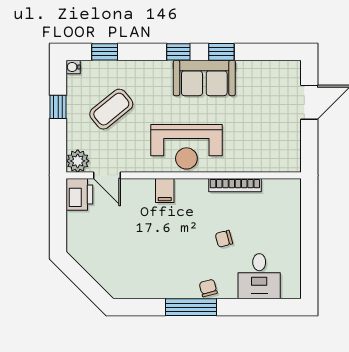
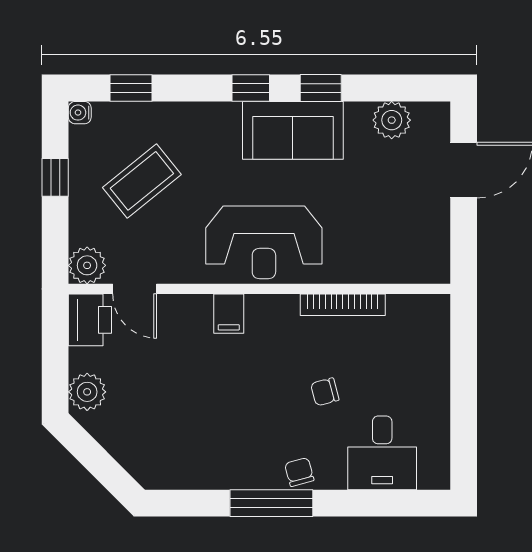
plant: (265, 72) -> (392, 120), added
plant: (78, 239) -> (87, 392), added

